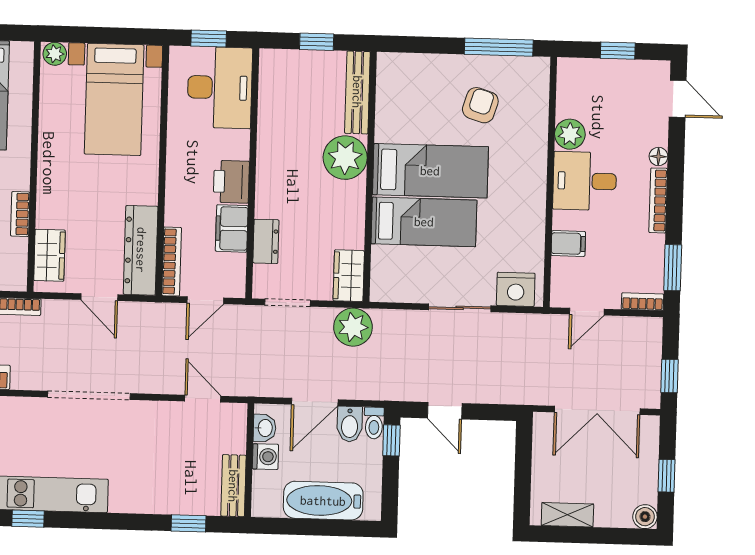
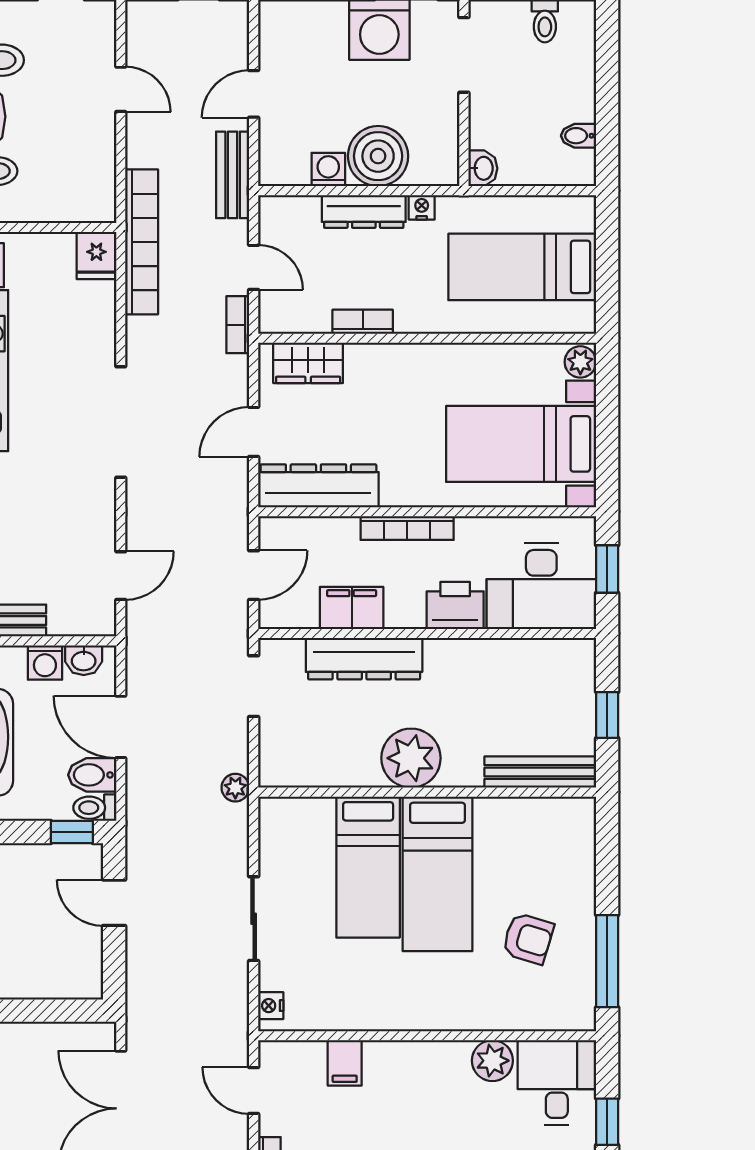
plant: (345, 158) -> (411, 758), moved
desk: (585, 181) -> (557, 1082), moved
printer: (231, 182) -> (455, 605), moved
dresser: (266, 241) -> (364, 659), width x1.96, depth x1.24
bookcase: (172, 262) -> (407, 528), moved
wardrobe: (349, 276) -> (293, 768), removed
nightstand: (516, 289) -> (271, 1006), width x0.53, depth x0.56
door: (205, 300) -> (254, 575), swing flipped
plant: (353, 327) -> (235, 788), width x0.53, depth x0.53
door: (445, 411) -> (114, 903), hinge flipped

